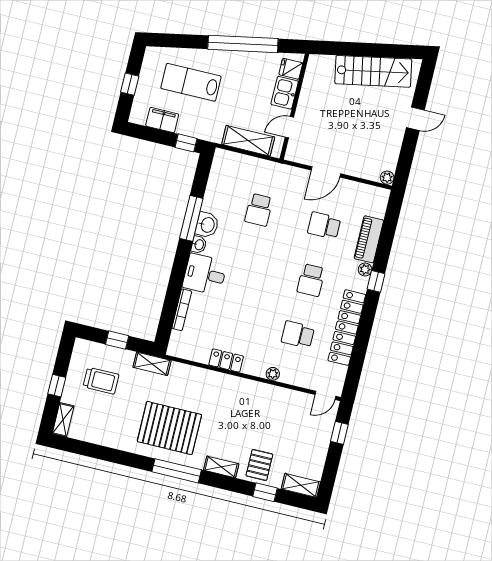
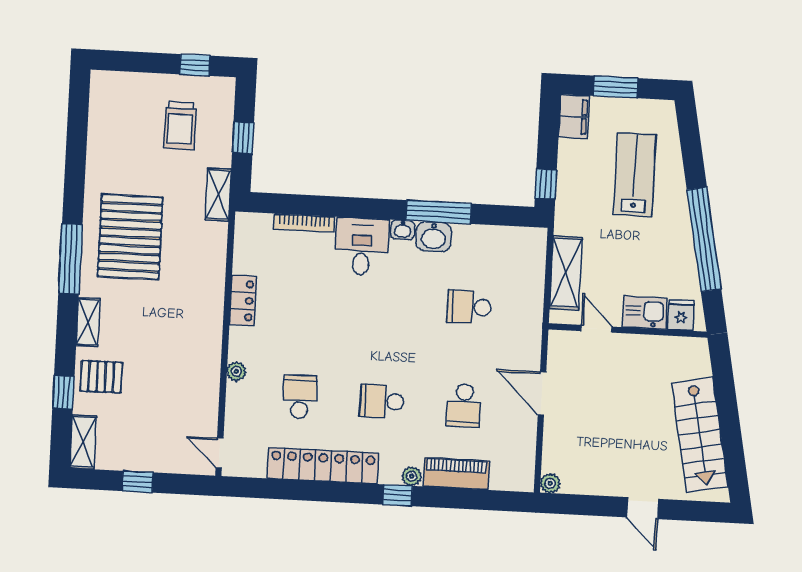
window: (130, 84) -> (616, 87), width x1.50
filing cabinet: (162, 120) -> (574, 117), moved
school desk: (324, 226) -> (464, 406), turned 180
window: (57, 386) -> (195, 65), moved
shelving: (63, 420) -> (113, 81), removed
window: (339, 433) -> (137, 482), moved

